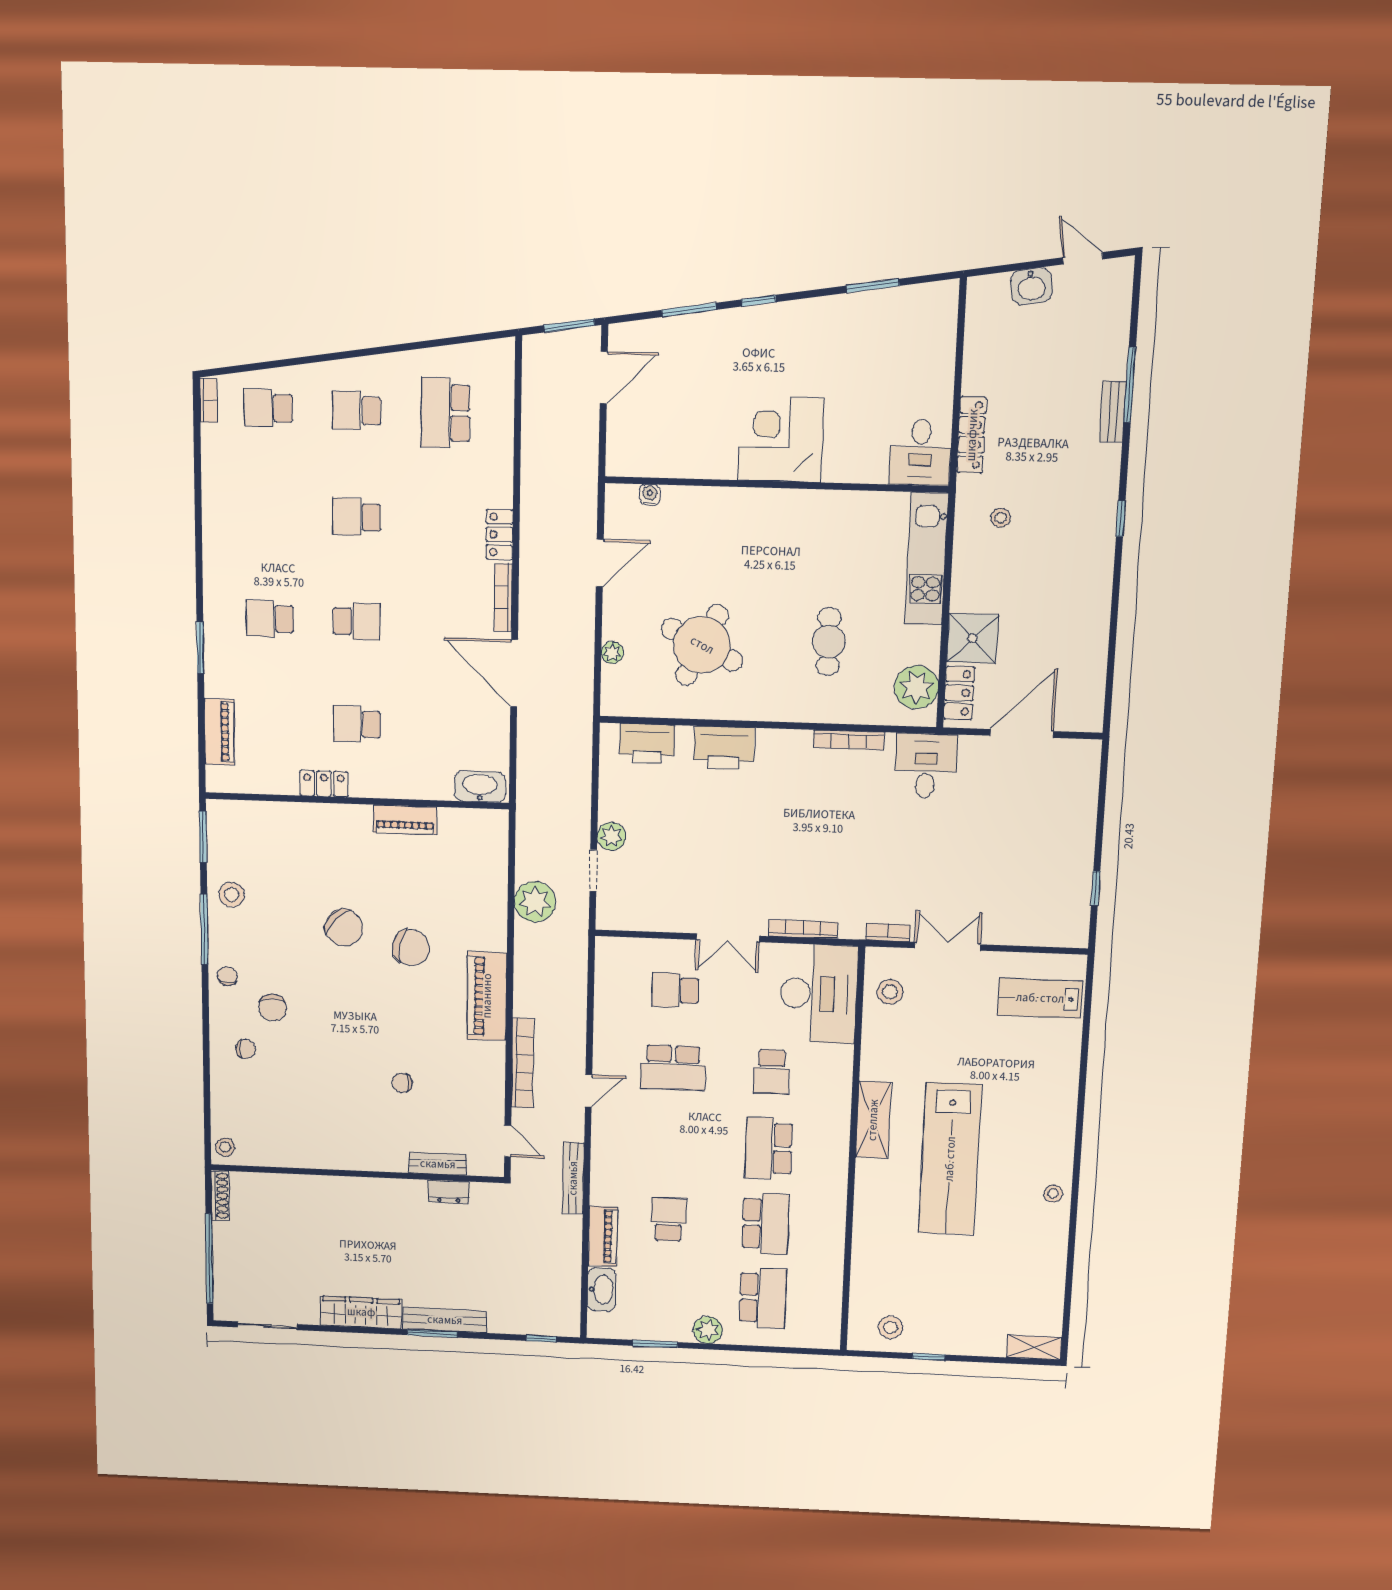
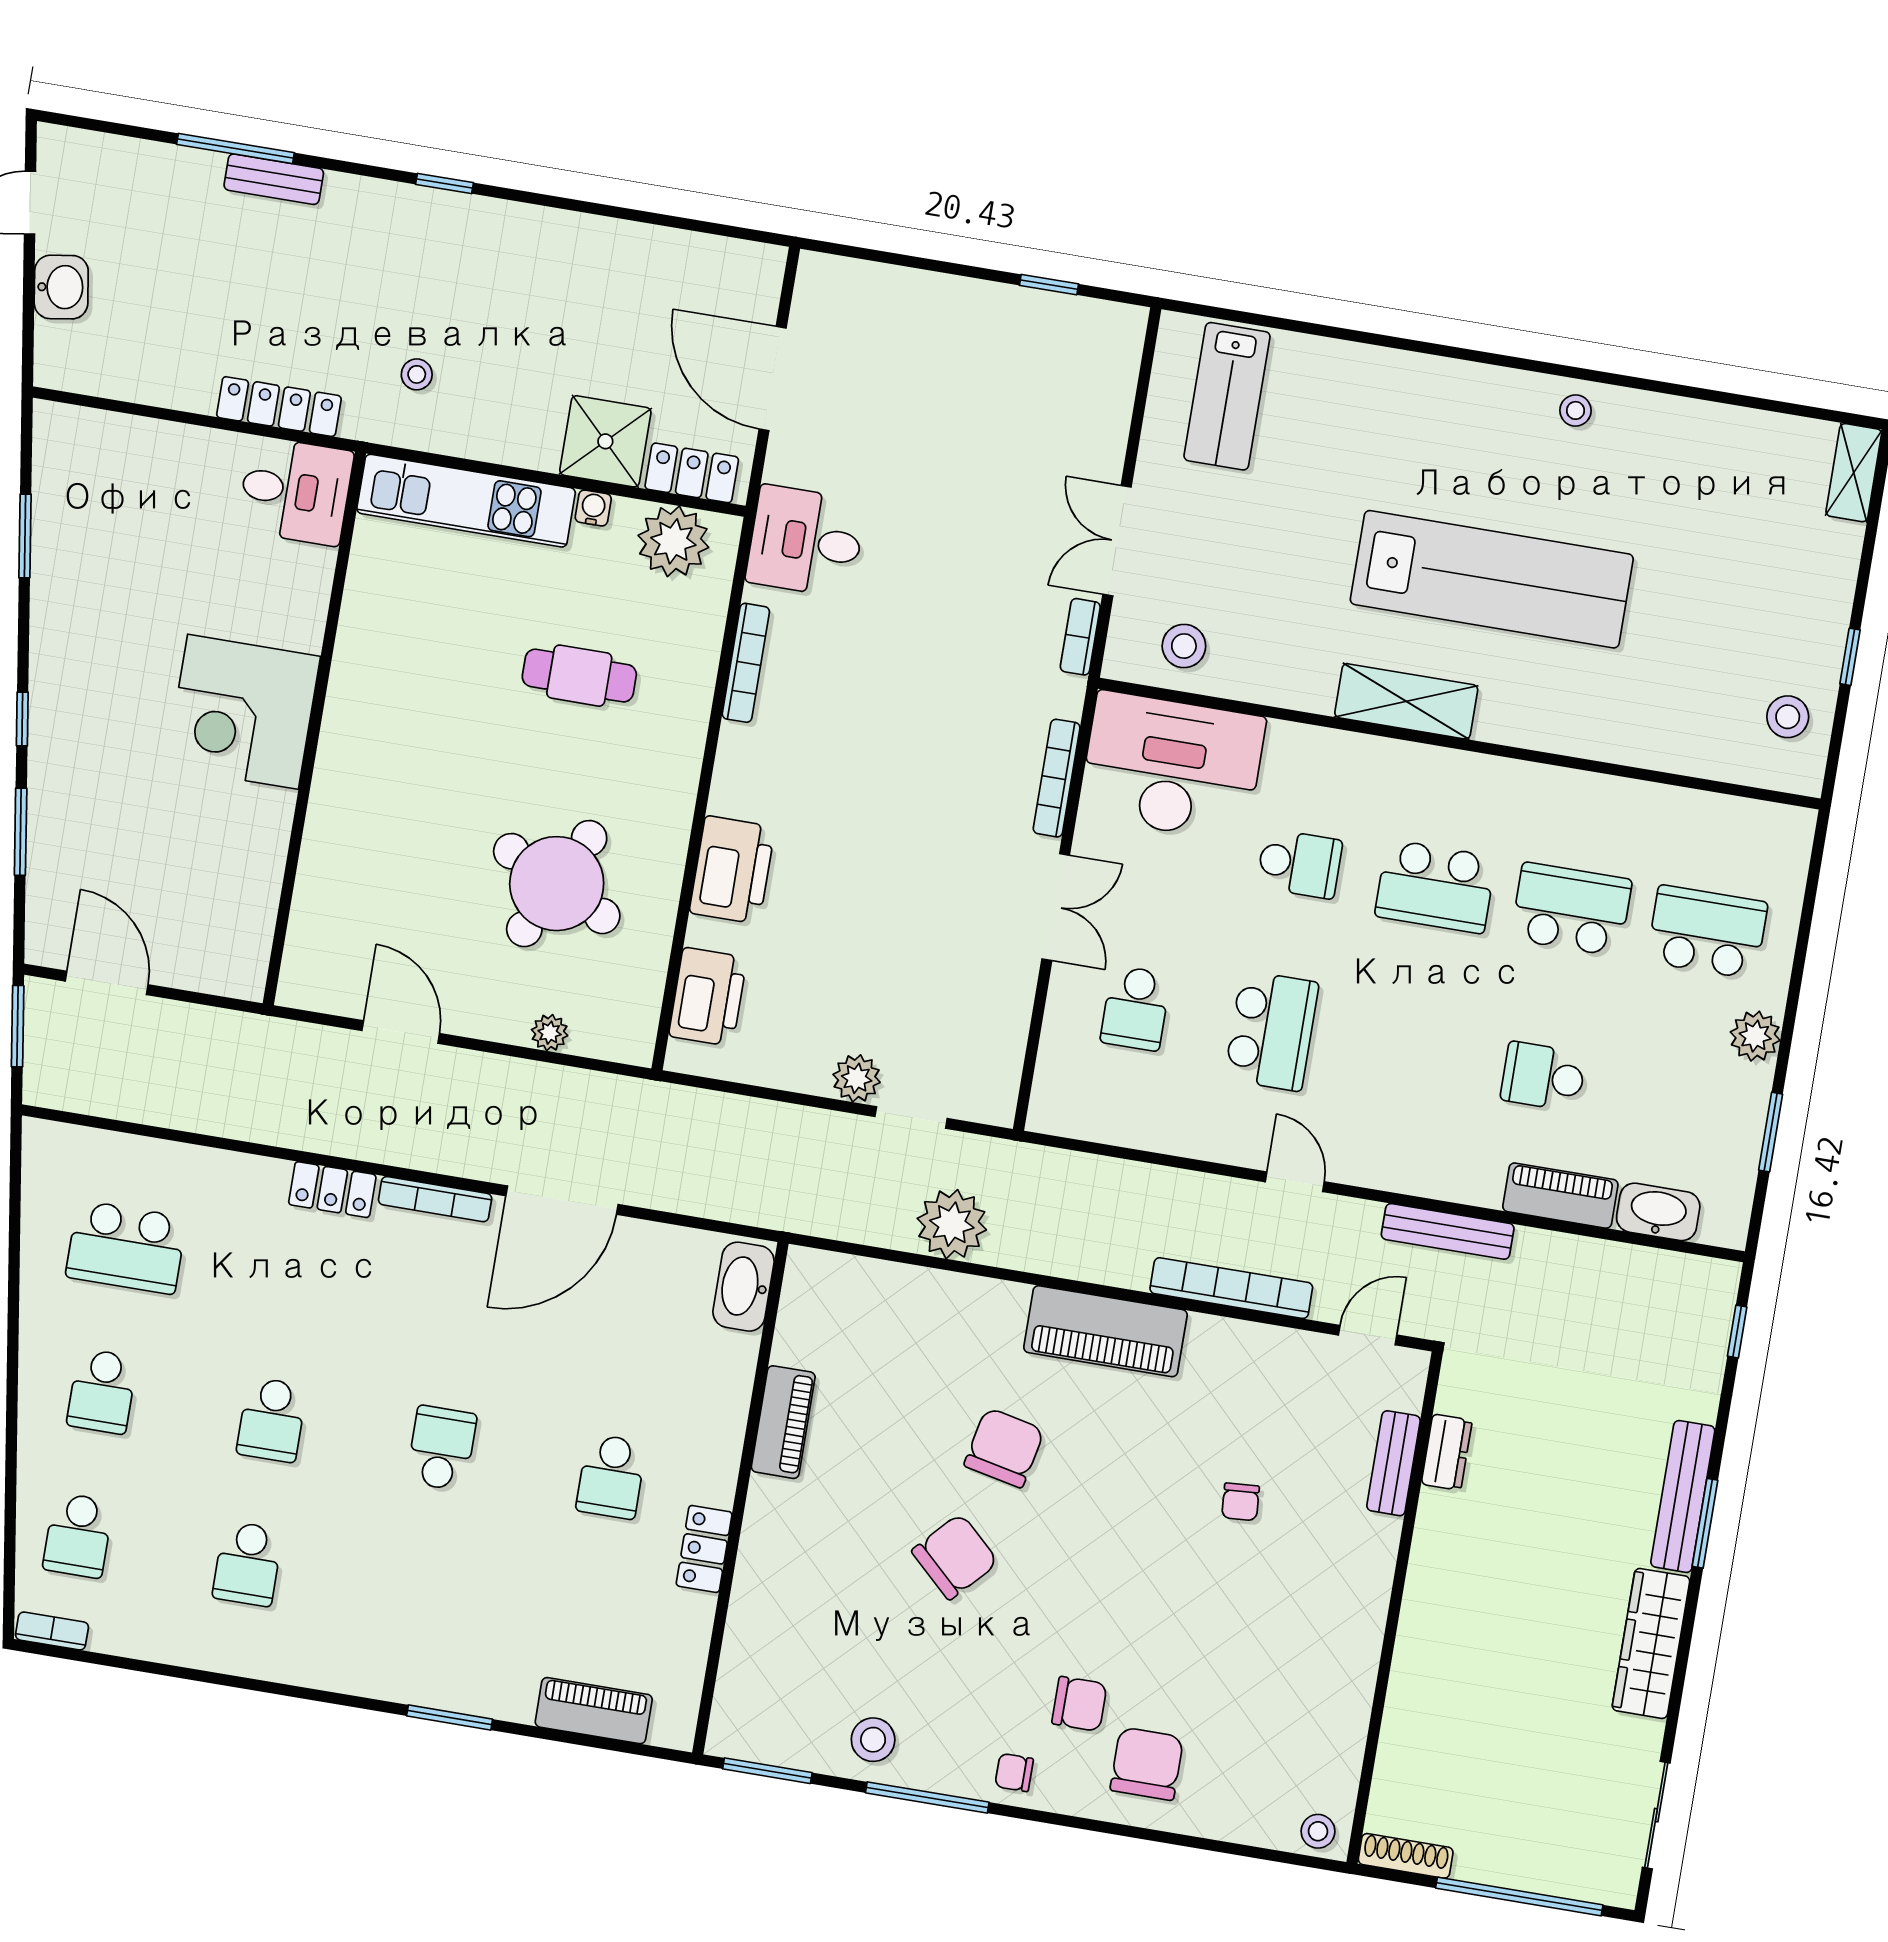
water cooler: (650, 495) -> (593, 508), moved, turned 90
school desk: (270, 619) -> (248, 1564), moved
chair: (246, 1049) -> (1147, 1764), width x1.87, depth x1.87

